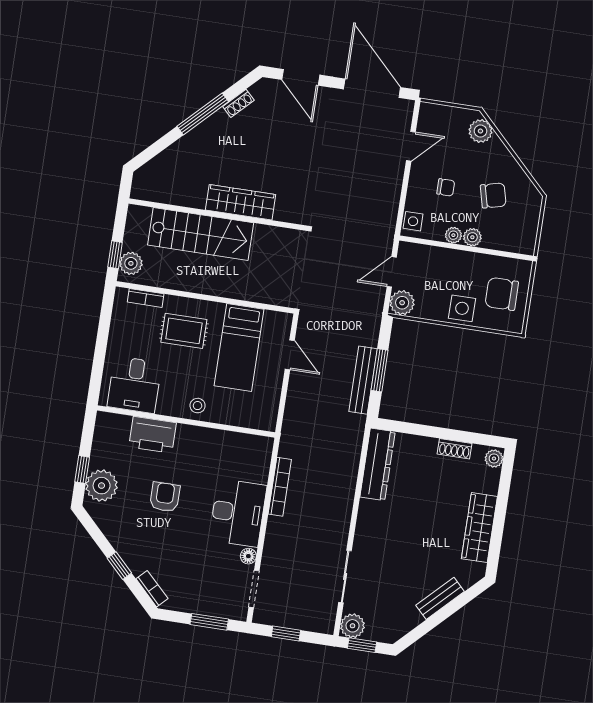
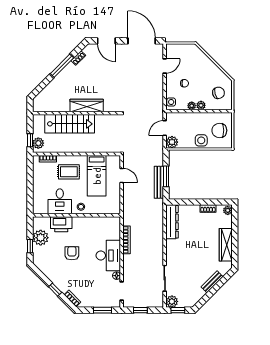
plant: (480, 131) -> (197, 54), removed
chair: (493, 195) -> (218, 93), moved
desk: (134, 385) -> (60, 201), moved
plant: (102, 486) -> (41, 238), moved

